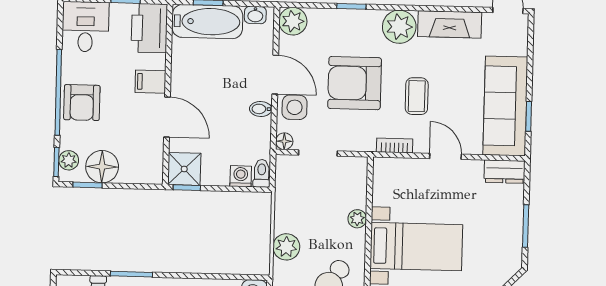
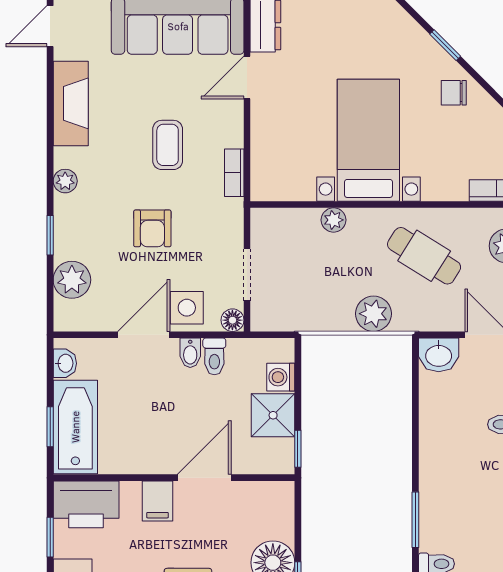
plant: (293, 21) -> (72, 280), moved
plant: (399, 27) -> (65, 181), width x0.53, depth x0.53
armchair: (355, 83) -> (152, 228), width x0.53, depth x0.53
coffee table: (417, 96) -> (168, 145), turned 90
door: (446, 156) -> (247, 77), moved
shower: (184, 169) -> (273, 415), moved
toilet: (262, 173) -> (214, 356), moved, turned -90

